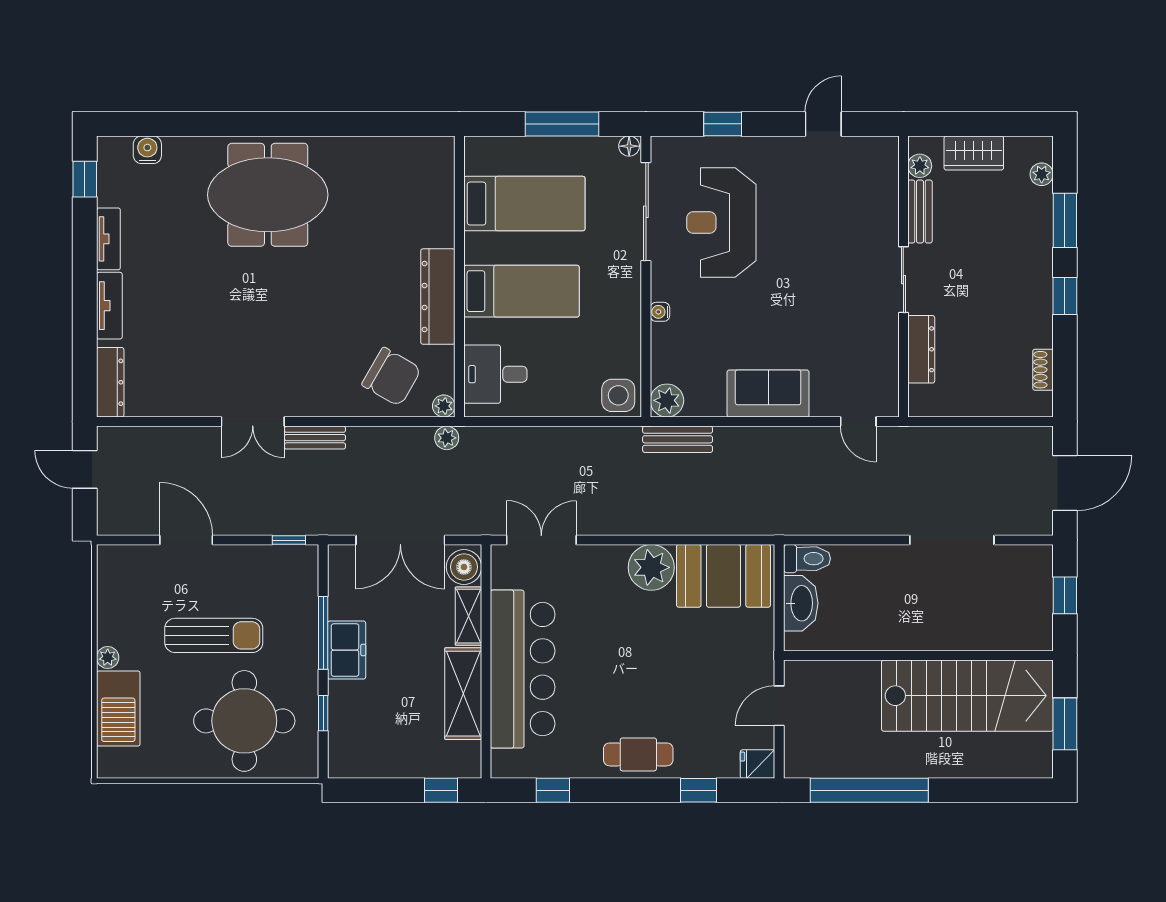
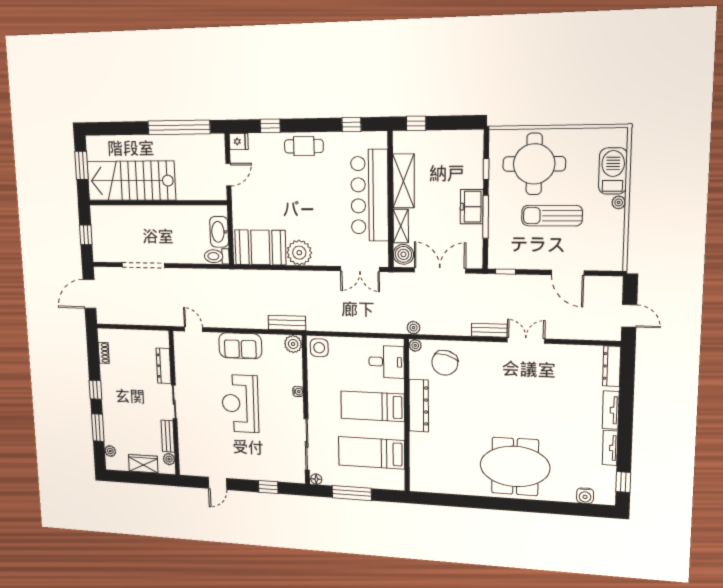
reception desk: (721, 223) -> (240, 404), moved, turned 180
chair: (392, 377) -> (445, 363), turned -105

